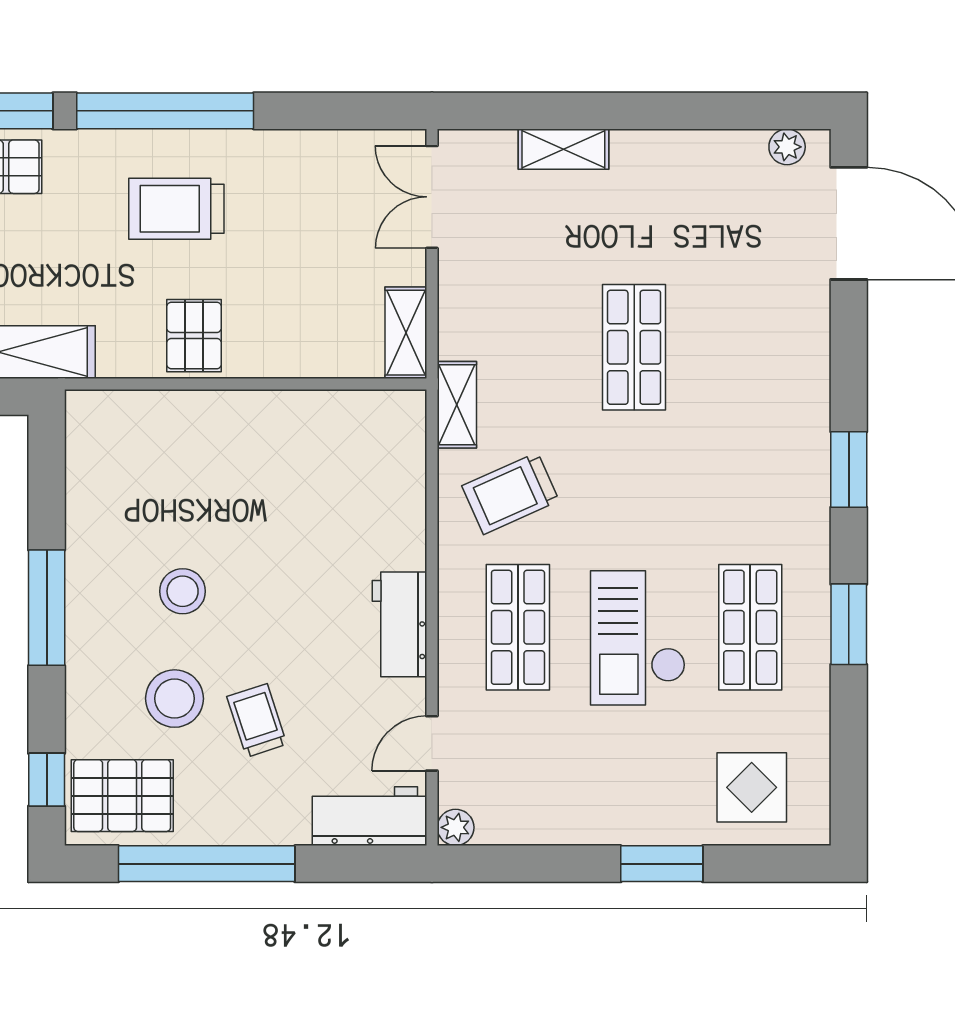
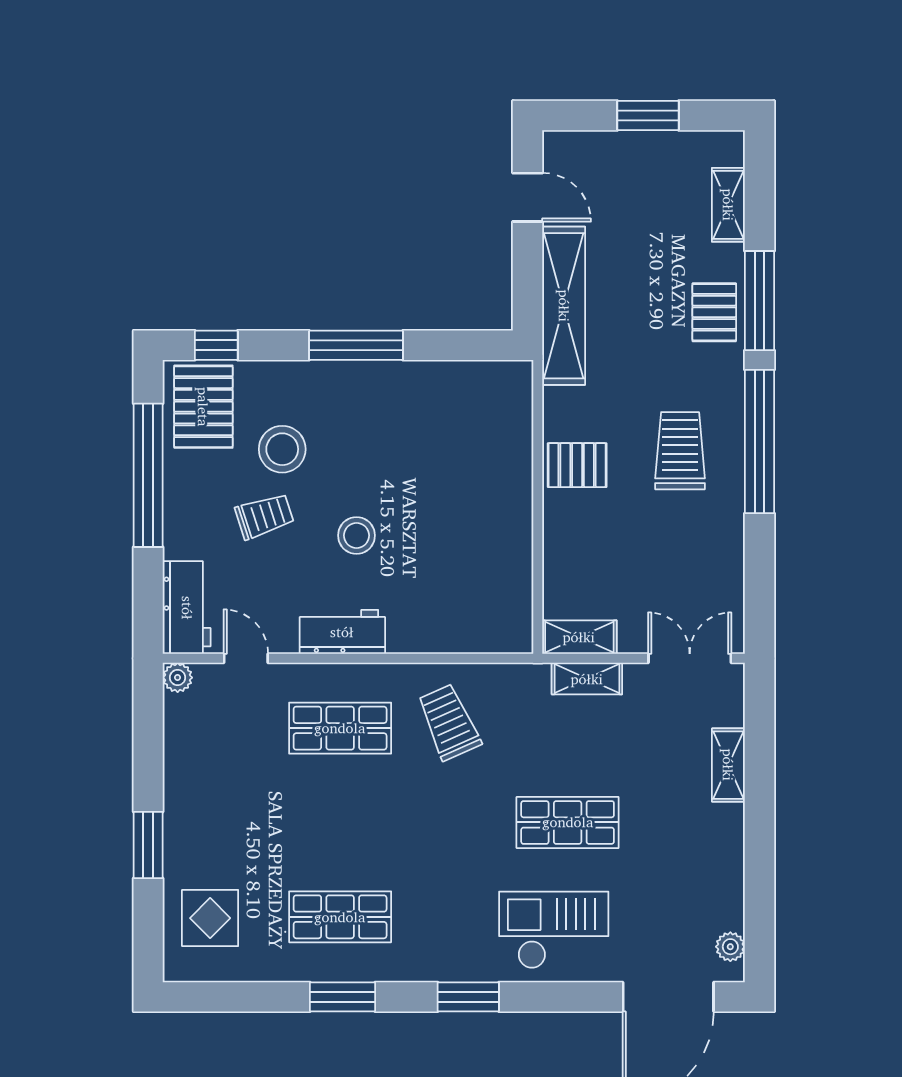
shelving: (457, 405) -> (587, 679), moved
stool: (183, 591) -> (357, 535), moved
checkout: (638, 638) -> (554, 930), moved

